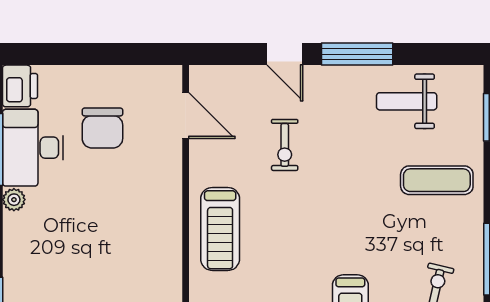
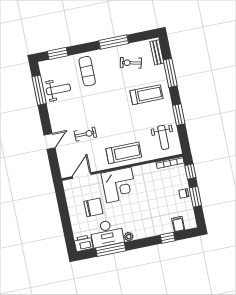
window: (357, 54) -> (39, 90), moved
weight bench: (407, 101) -> (58, 89), turned -90
corner desk: (144, 201) -> (119, 185), added

